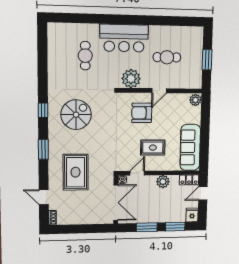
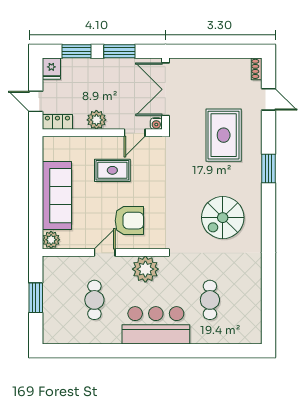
cafe table: (167, 57) -> (94, 300), turned 90
window: (43, 110) -> (269, 224), removed
sofa: (190, 147) -> (57, 196), moved
door: (203, 193) -> (36, 101), swing flipped

